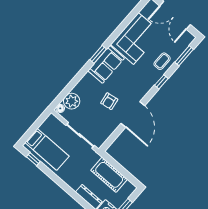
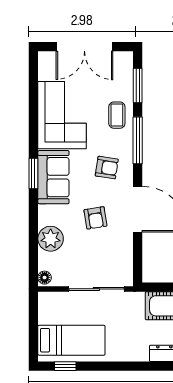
armchair: (135, 82) -> (107, 168), added
window: (161, 82) -> (138, 140), width x2.17
plant: (72, 101) -> (51, 239), moved

